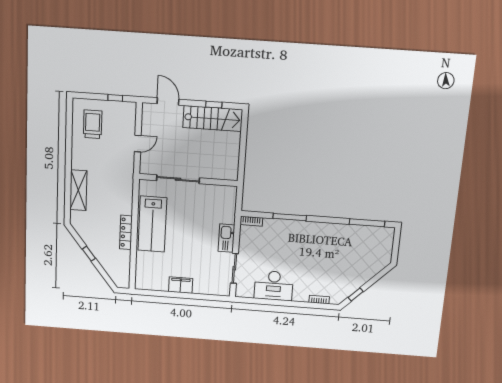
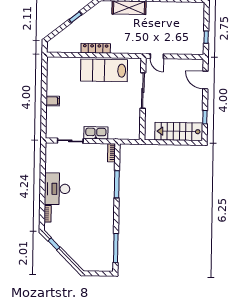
door: (168, 101) -> (205, 80), swing flipped
stairs: (213, 119) -> (179, 131), moved, turned 90
trolley: (93, 124) -> (184, 19), removed
door: (138, 144) -> (157, 56), moved
filing cabinet: (181, 285) -> (53, 101), width x0.50
desk: (274, 286) -> (57, 189), moved

